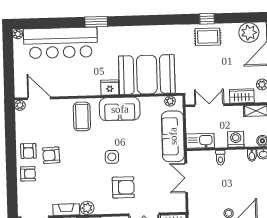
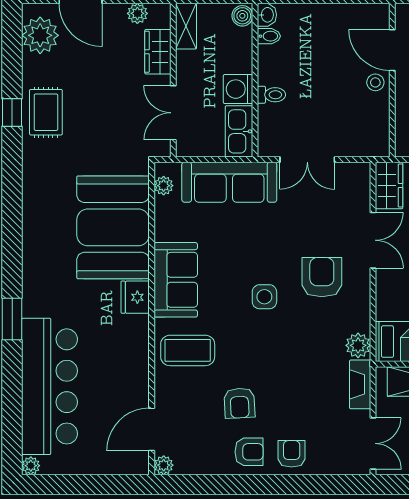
washing machine: (236, 139) -> (238, 89), moved
armchair: (51, 155) -> (239, 403), moved

